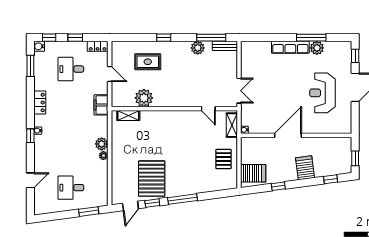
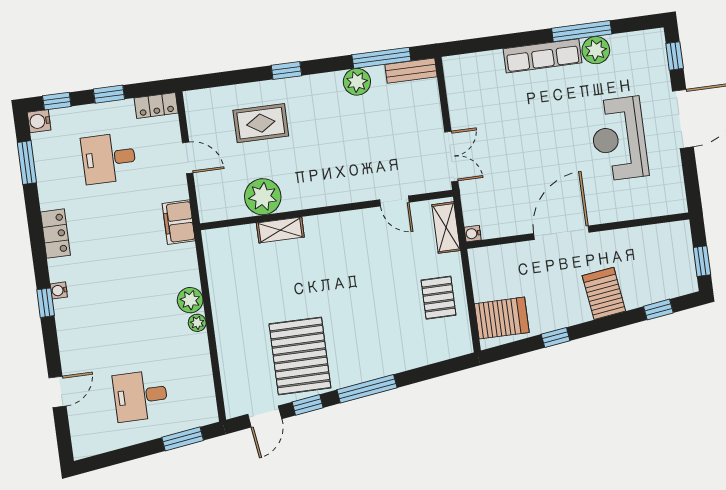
shelving: (128, 116) -> (280, 230), moved

